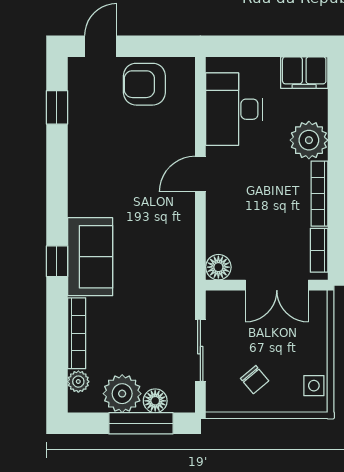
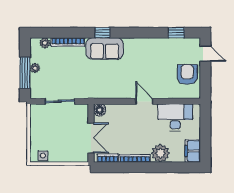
double door: (277, 285) -> (91, 138), swing flipped
chair: (255, 380) -> (46, 127), removed
plant: (122, 394) -> (35, 68), width x0.53, depth x0.53
floor lamp: (155, 401) -> (36, 80), removed

